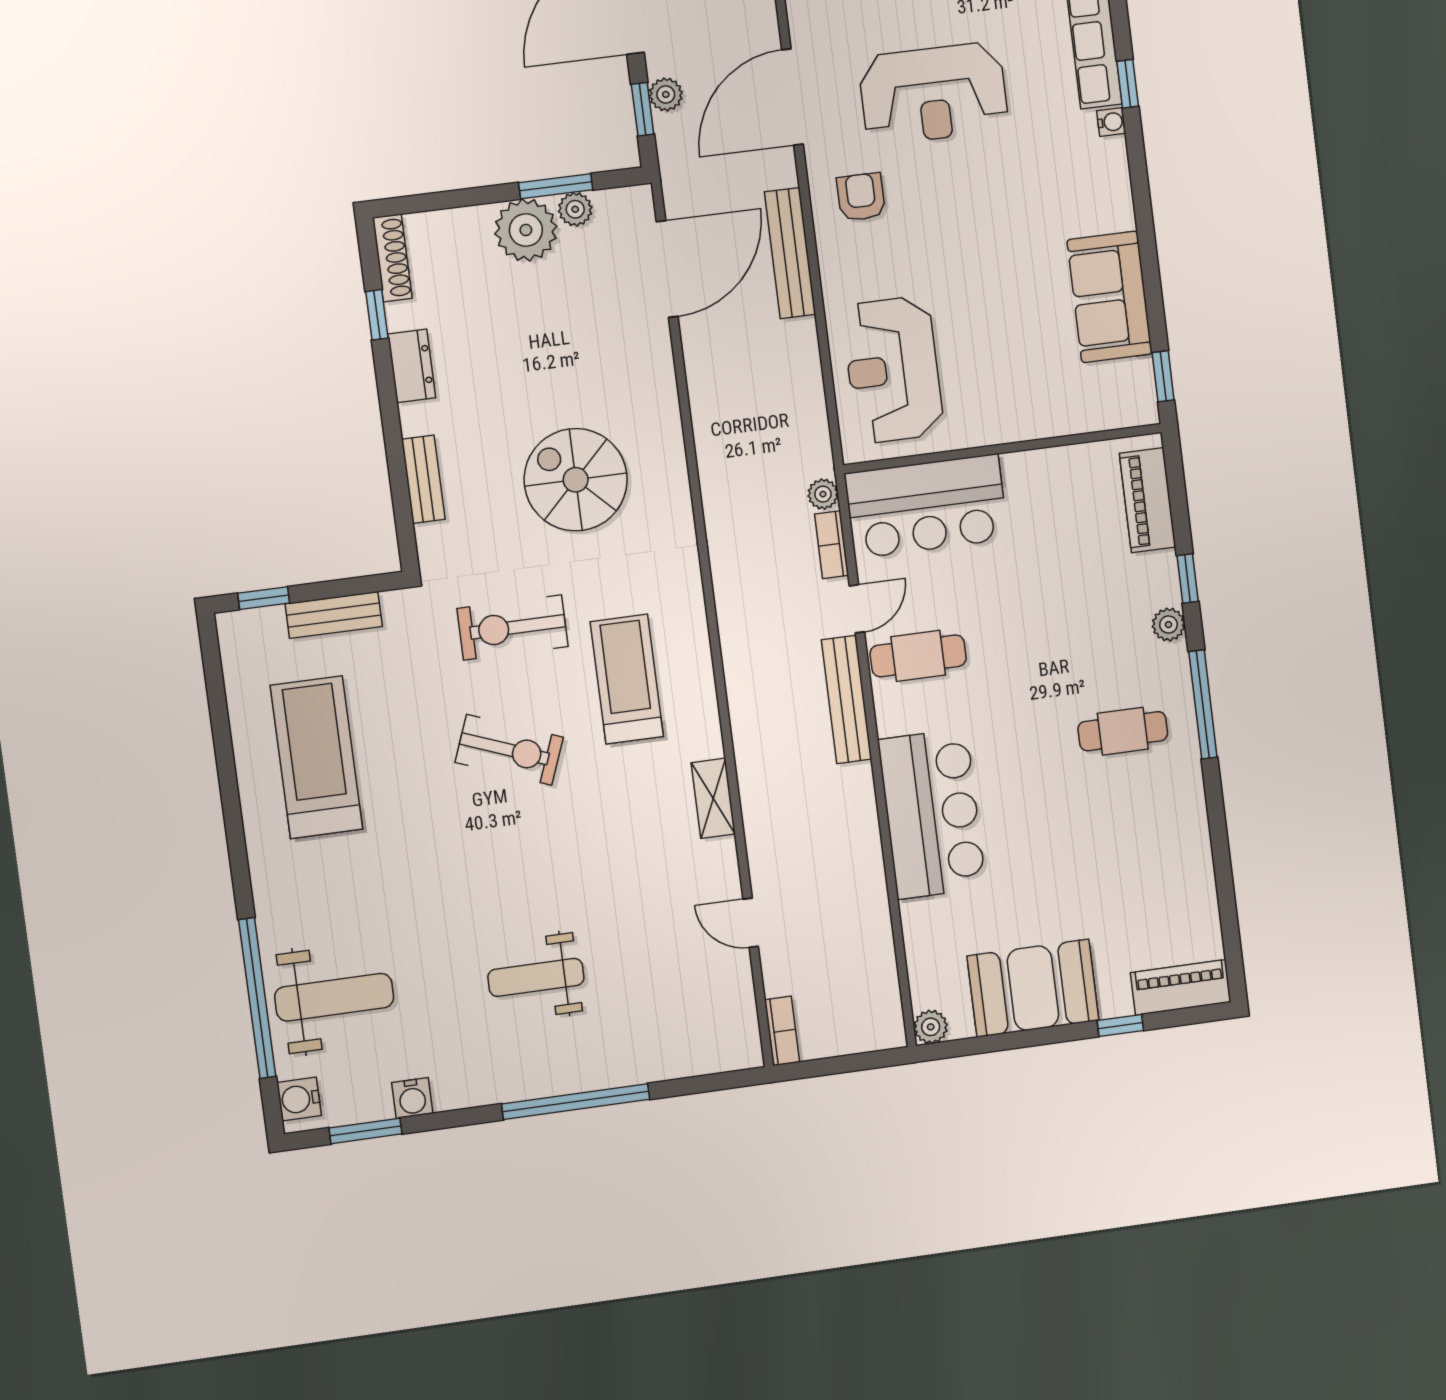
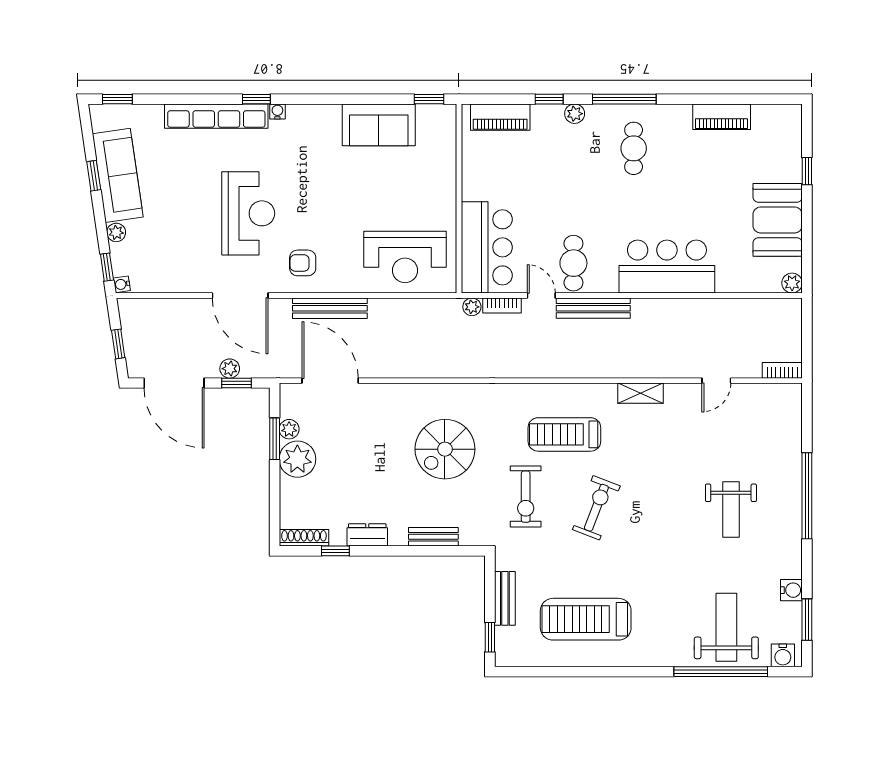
piano: (1181, 987) -> (722, 117), moved, turned -90

